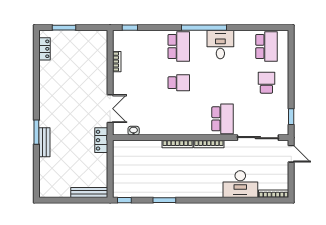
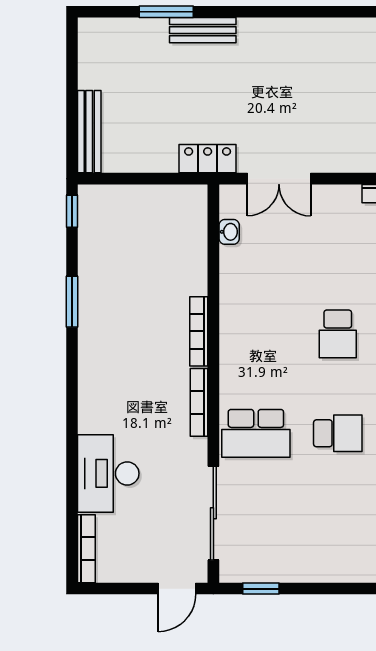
school desk: (266, 83) -> (338, 433), moved
window: (36, 132) -> (166, 12), moved

